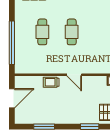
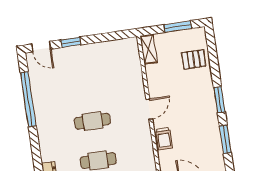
window: (90, 127) -> (219, 100), moved

